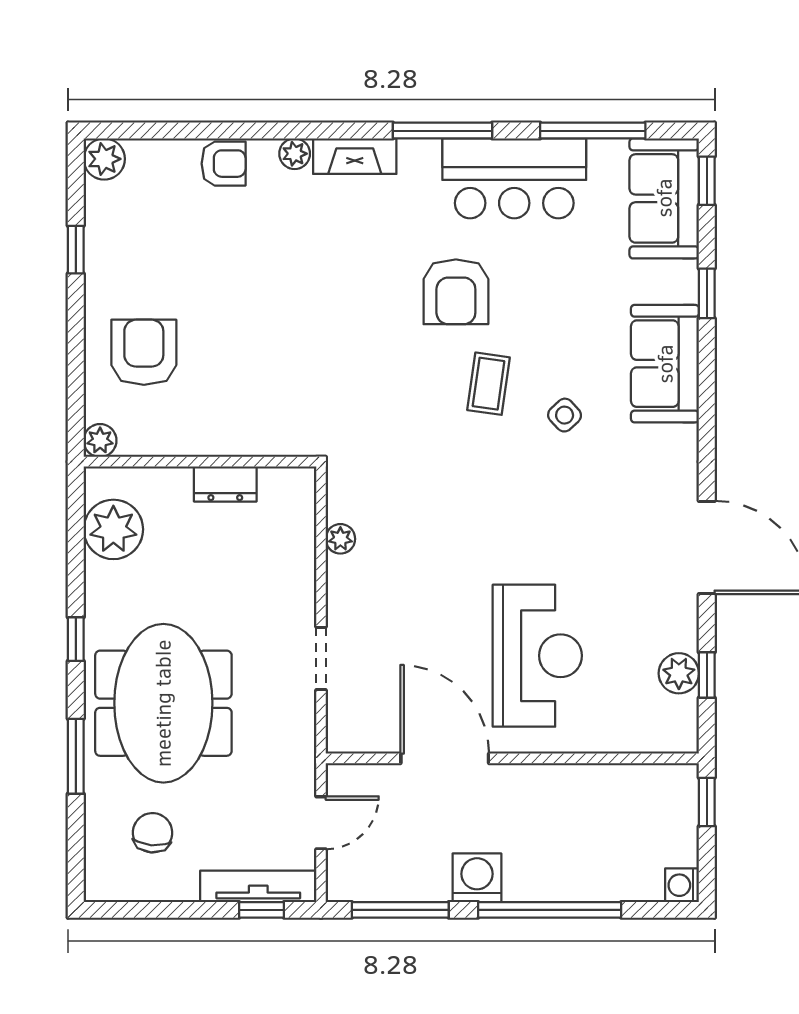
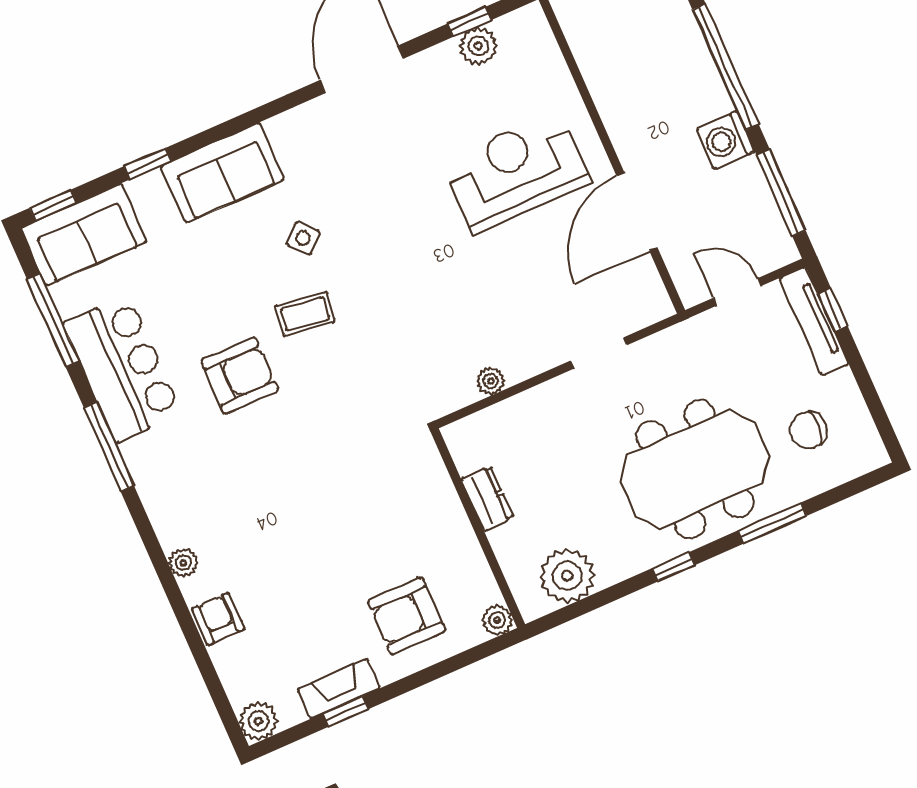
fireplace: (355, 156) -> (339, 689), moved, turned -90

